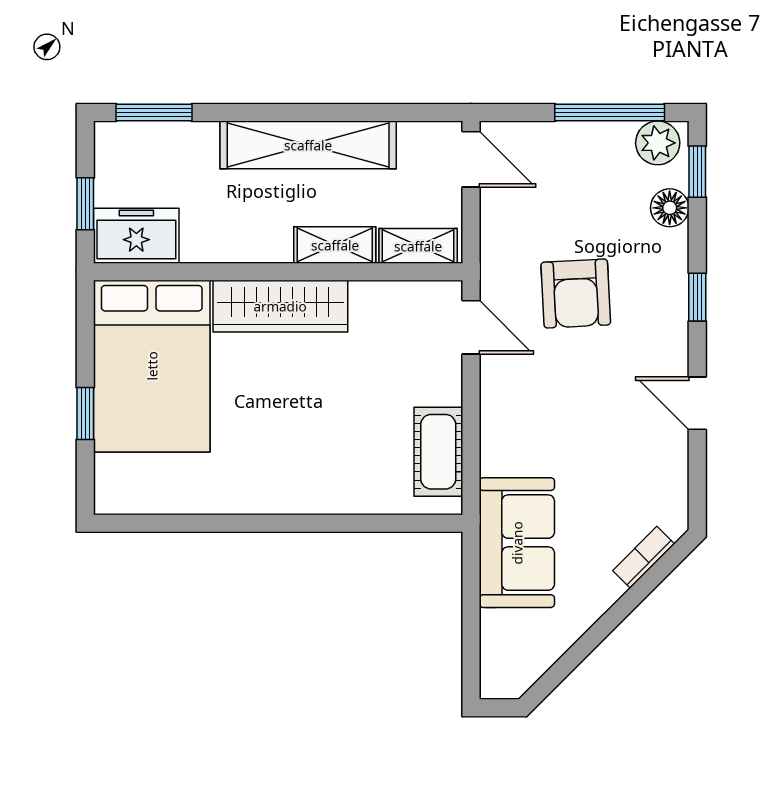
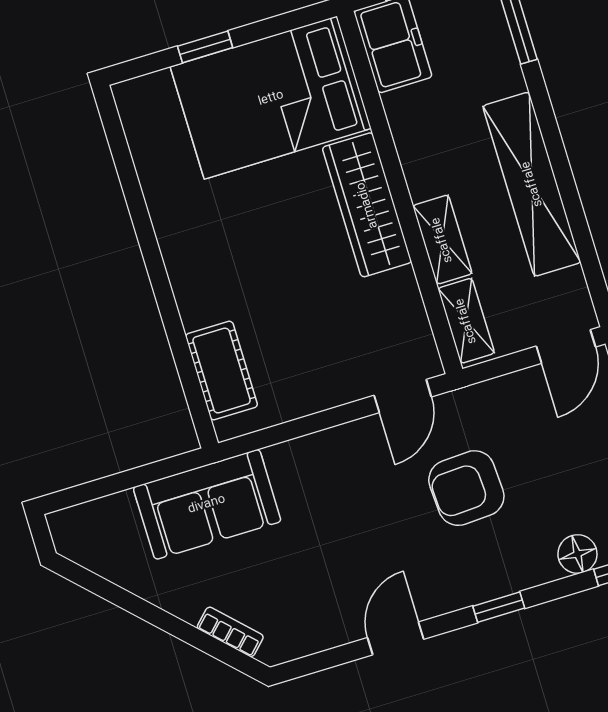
cot: (438, 452) -> (222, 371), moved, turned 90

